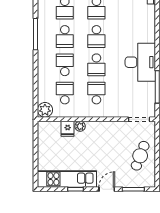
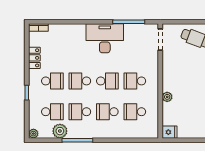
school desk: (65, 36) -> (80, 112), turned 180
school desk: (96, 36) -> (80, 81), turned 180
plant: (45, 110) -> (60, 131), moved
fridge: (68, 129) -> (170, 132), moved

